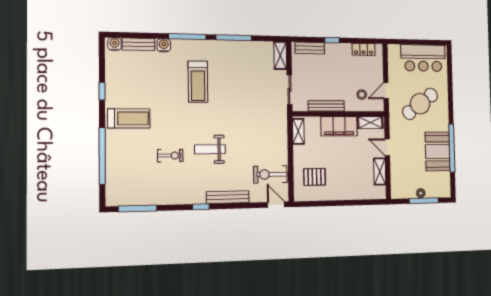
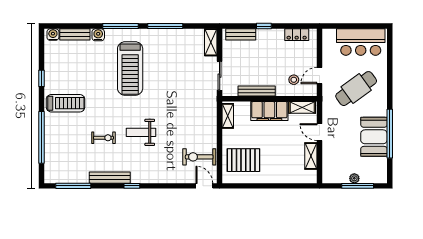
treadmill: (198, 82) -> (130, 69), width x1.37, depth x1.38
pallet: (315, 177) -> (243, 160), width x1.50, depth x1.42
bench: (228, 197) -> (110, 178), moved

